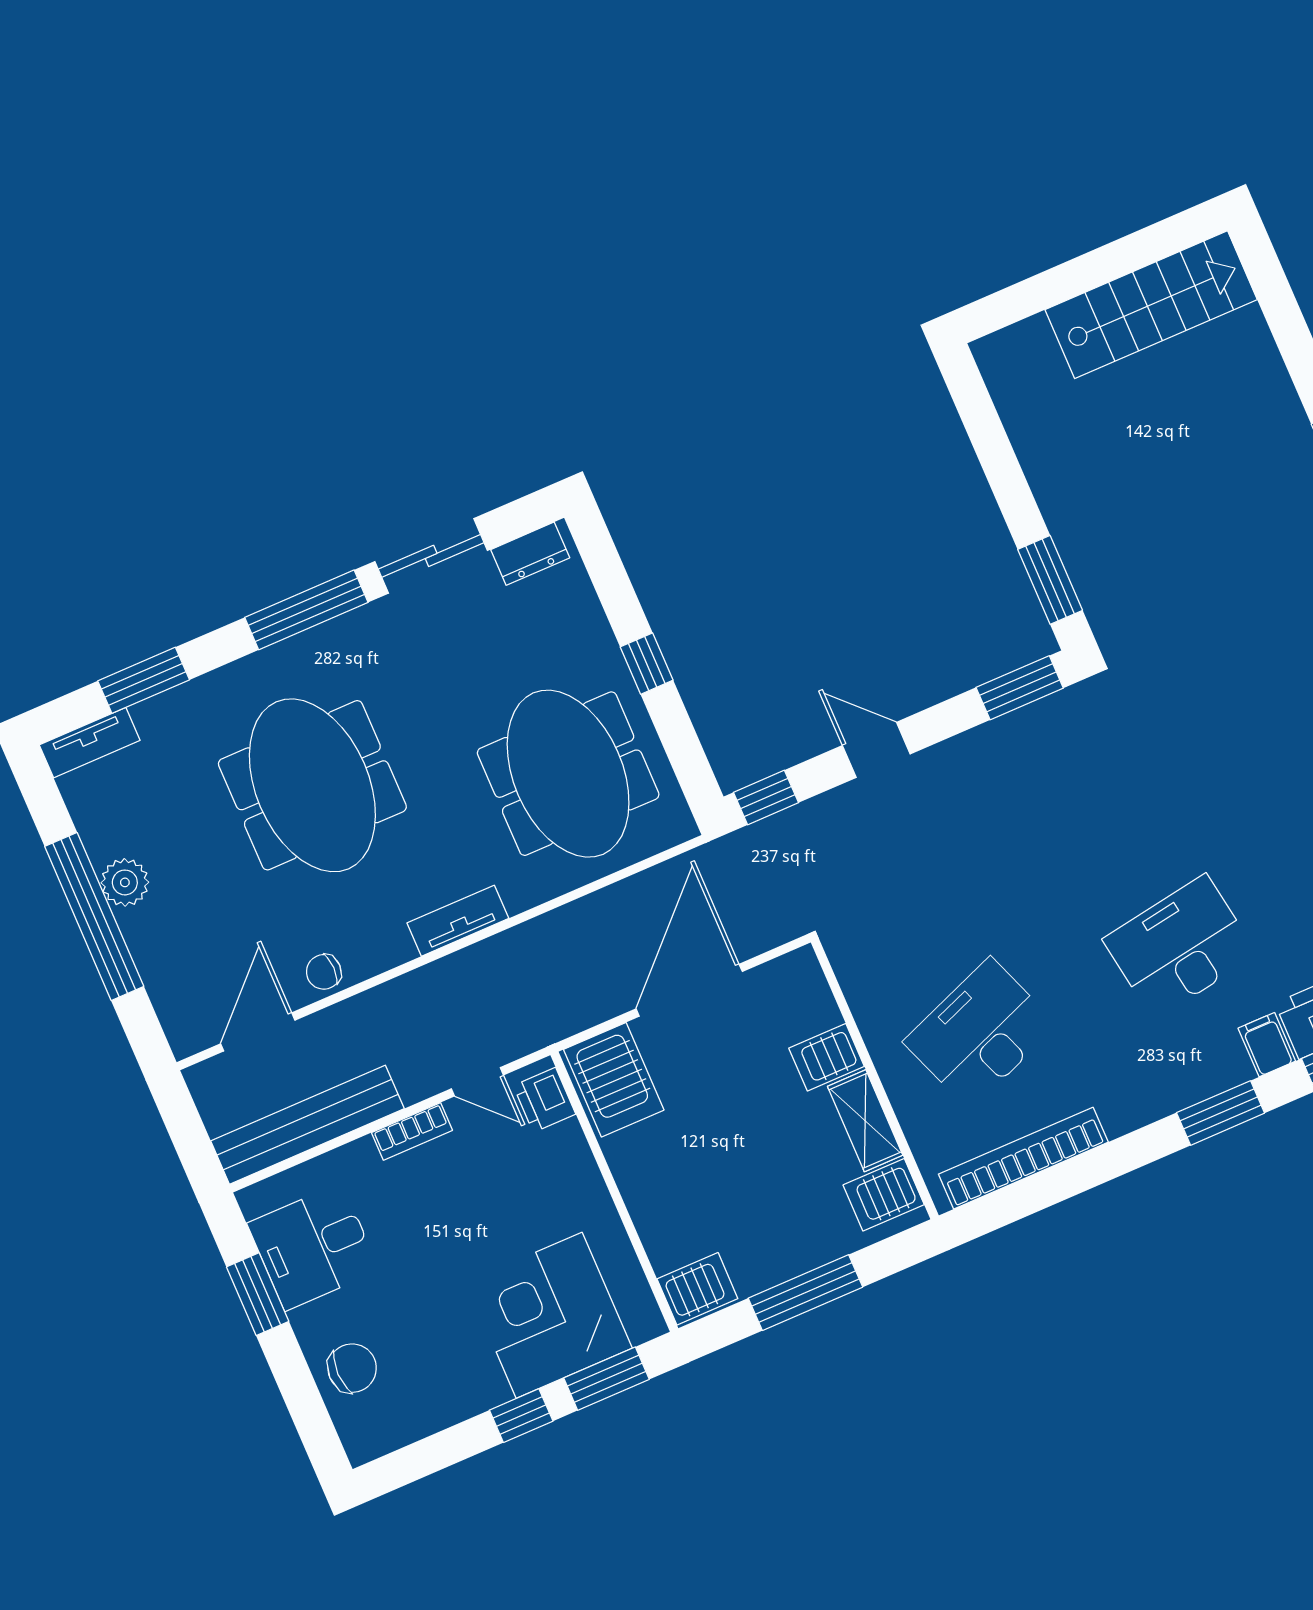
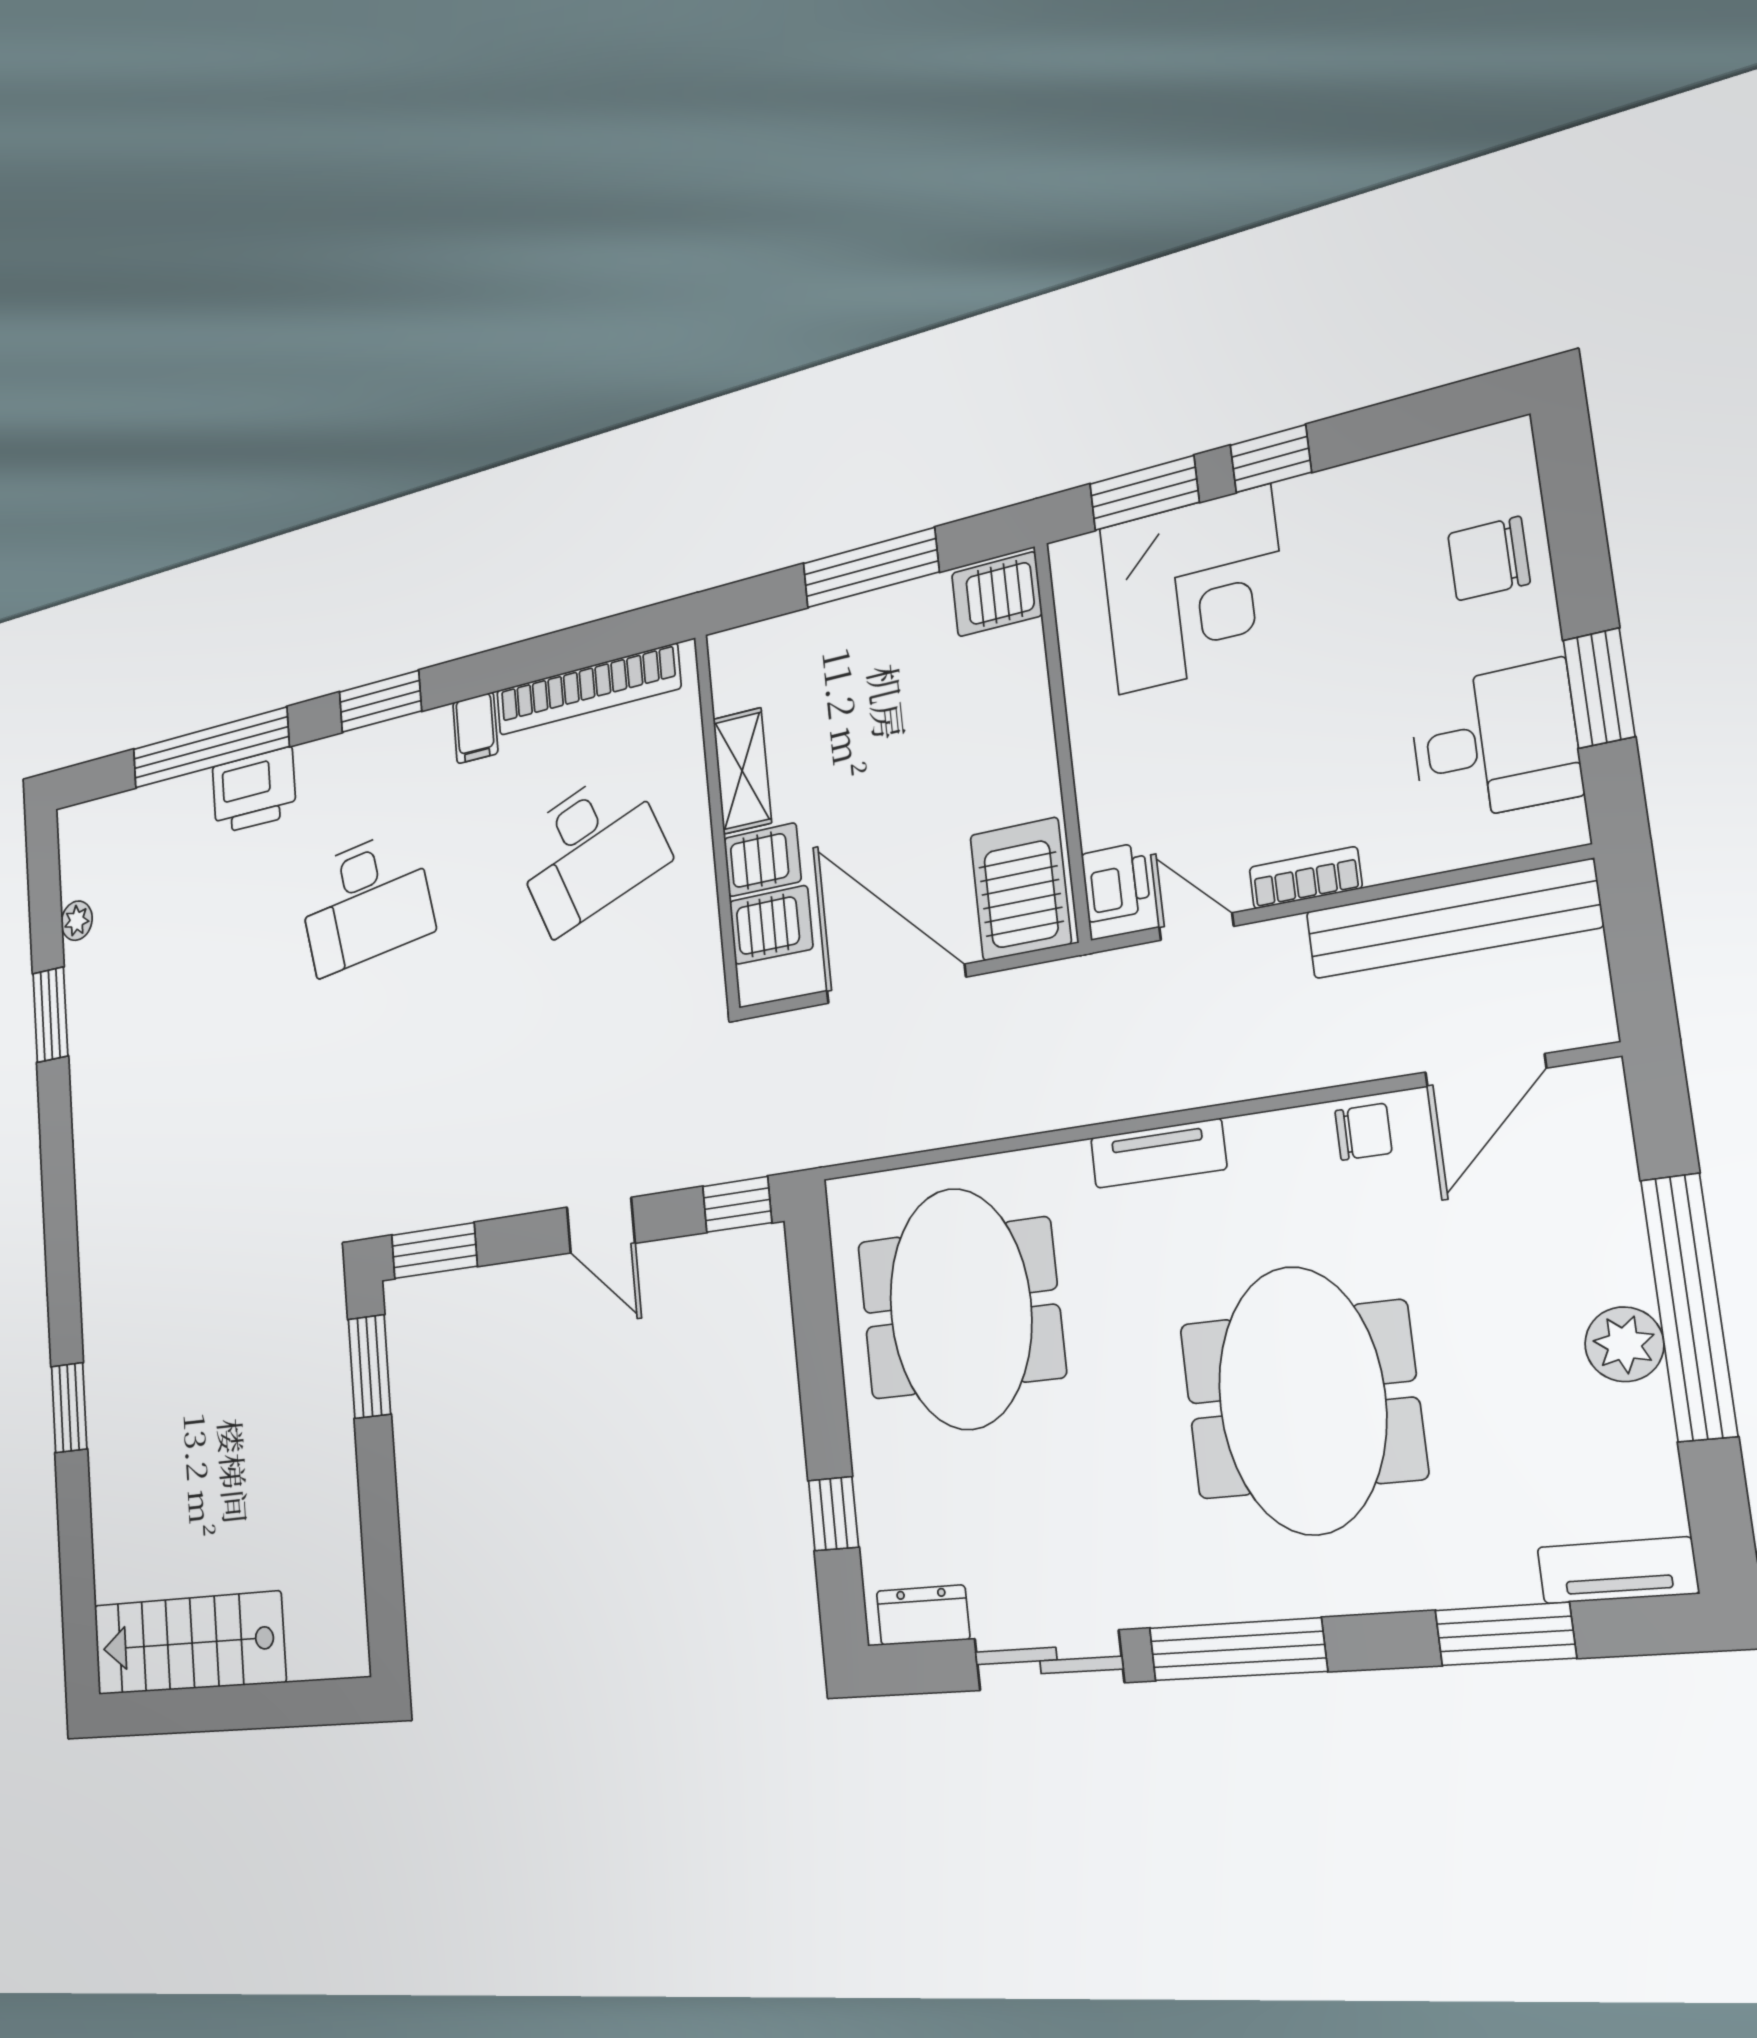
window: (647, 664) -> (833, 1514), moved
door: (689, 990) -> (896, 984), swing flipped
filing cabinet: (1267, 1045) -> (475, 728), moved
server rack: (884, 1195) -> (771, 925), moved

